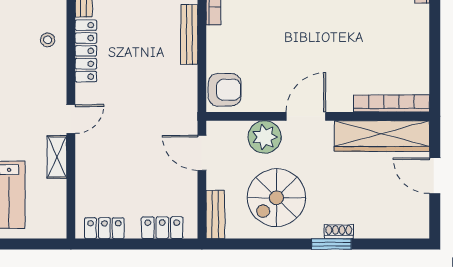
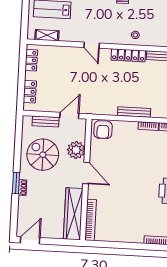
shelving: (57, 157) -> (47, 35), moved
door: (435, 176) -> (30, 240), moved
bench: (215, 215) -> (46, 121), moved

